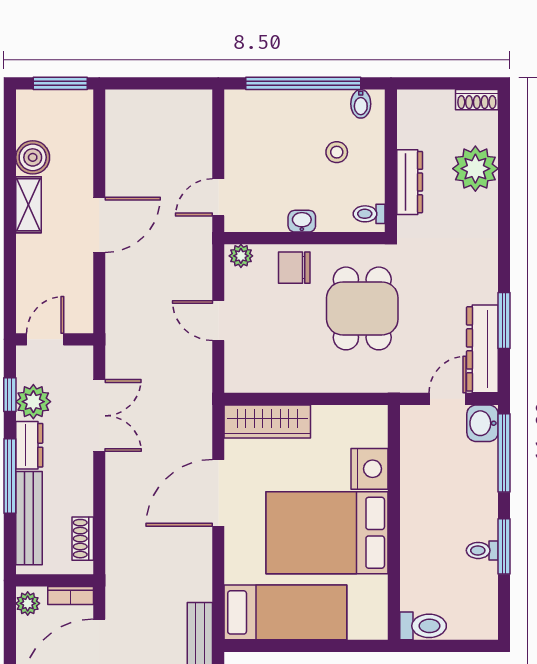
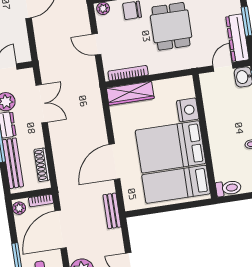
bookcase: (269, 383) -> (128, 73), added
door: (218, 493) -> (114, 162), moved
shoe rack: (83, 539) -> (42, 165), width x1.43
bed: (285, 612) -> (176, 184), moved, turned 180

